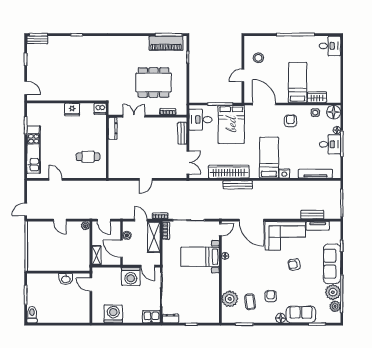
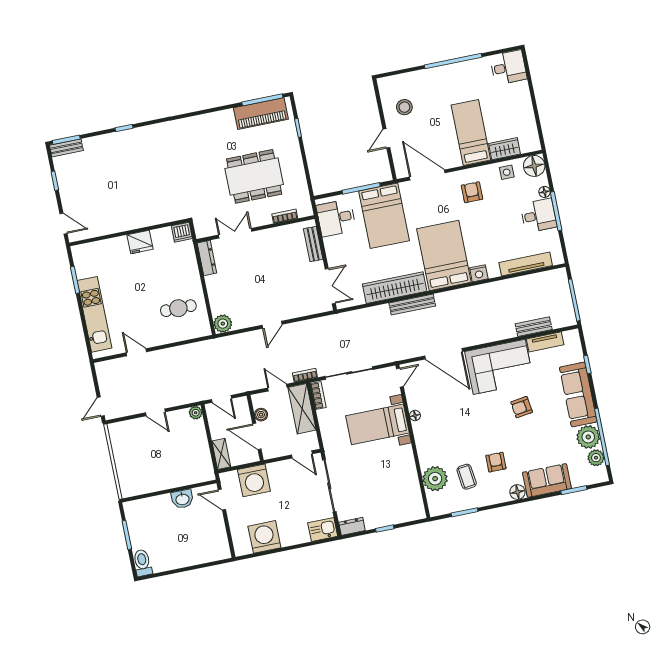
bed: (269, 158) -> (444, 255), width x1.50
plant: (114, 172) -> (223, 324), added
washing machine: (131, 276) -> (254, 480), moved

